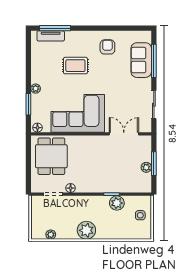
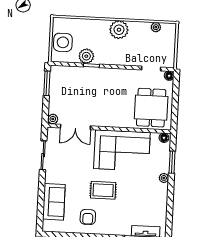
window: (154, 61) -> (41, 200), removed
rug: (75, 66) -> (103, 190), moved
window: (154, 164) -> (47, 83), moved
plant: (146, 167) -> (53, 119), moved
floor lamp: (71, 188) -> (169, 76), moved
side table: (140, 215) -> (63, 42), width x1.87, depth x1.87

